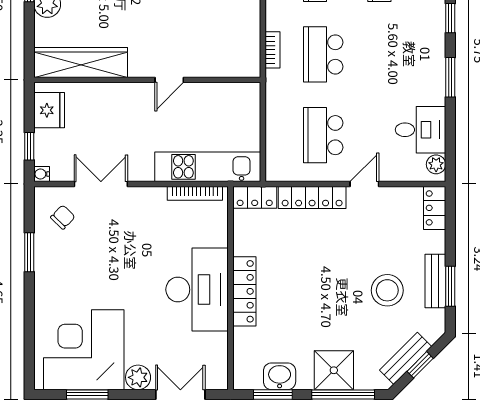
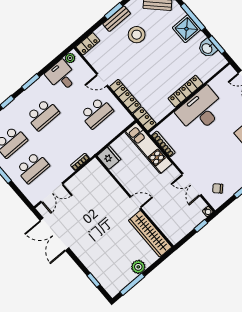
school desk: (323, 54) -> (43, 115), moved
door: (169, 80) -> (135, 203), moved
fridge: (49, 110) -> (109, 157), moved, turned 90

